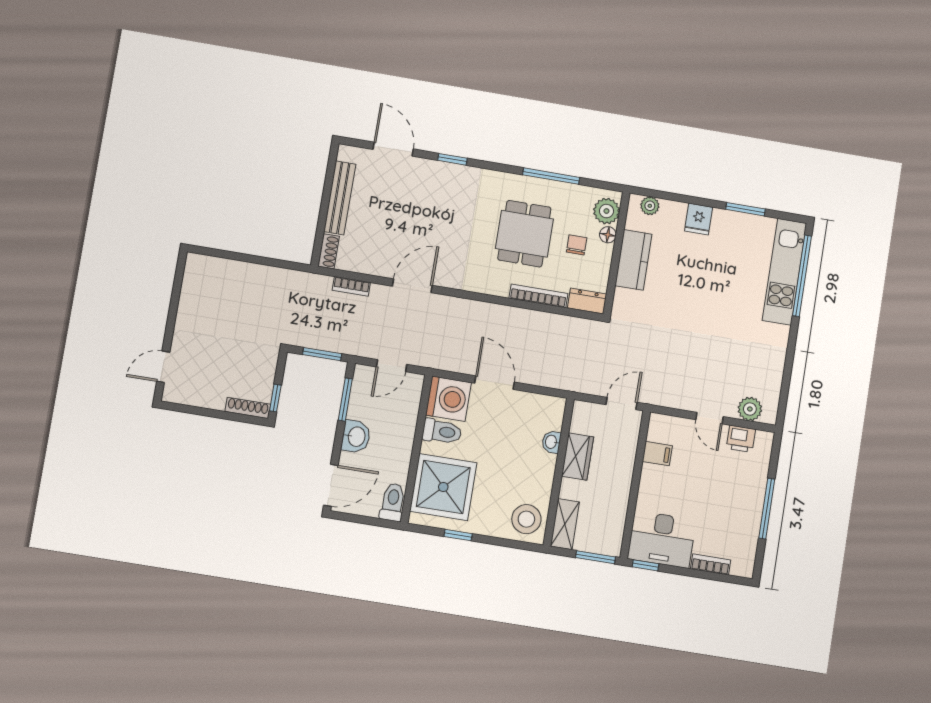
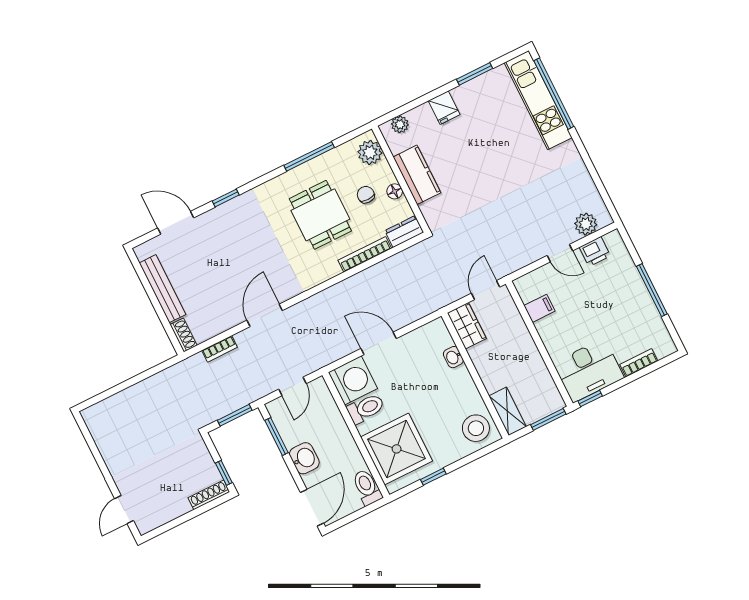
floor lamp: (608, 235) -> (395, 191), moved
wardrobe: (578, 457) -> (467, 326), moved

